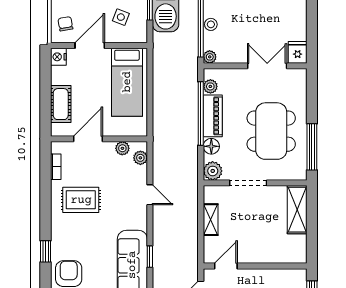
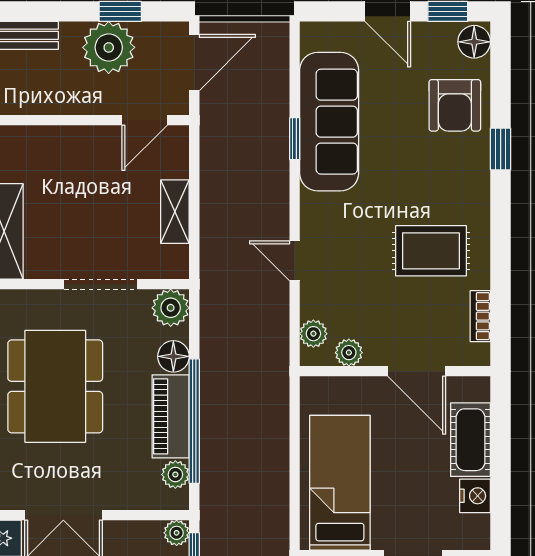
nightstand: (58, 57) -> (475, 496), moved
door: (88, 139) -> (417, 371), hinge flipped

